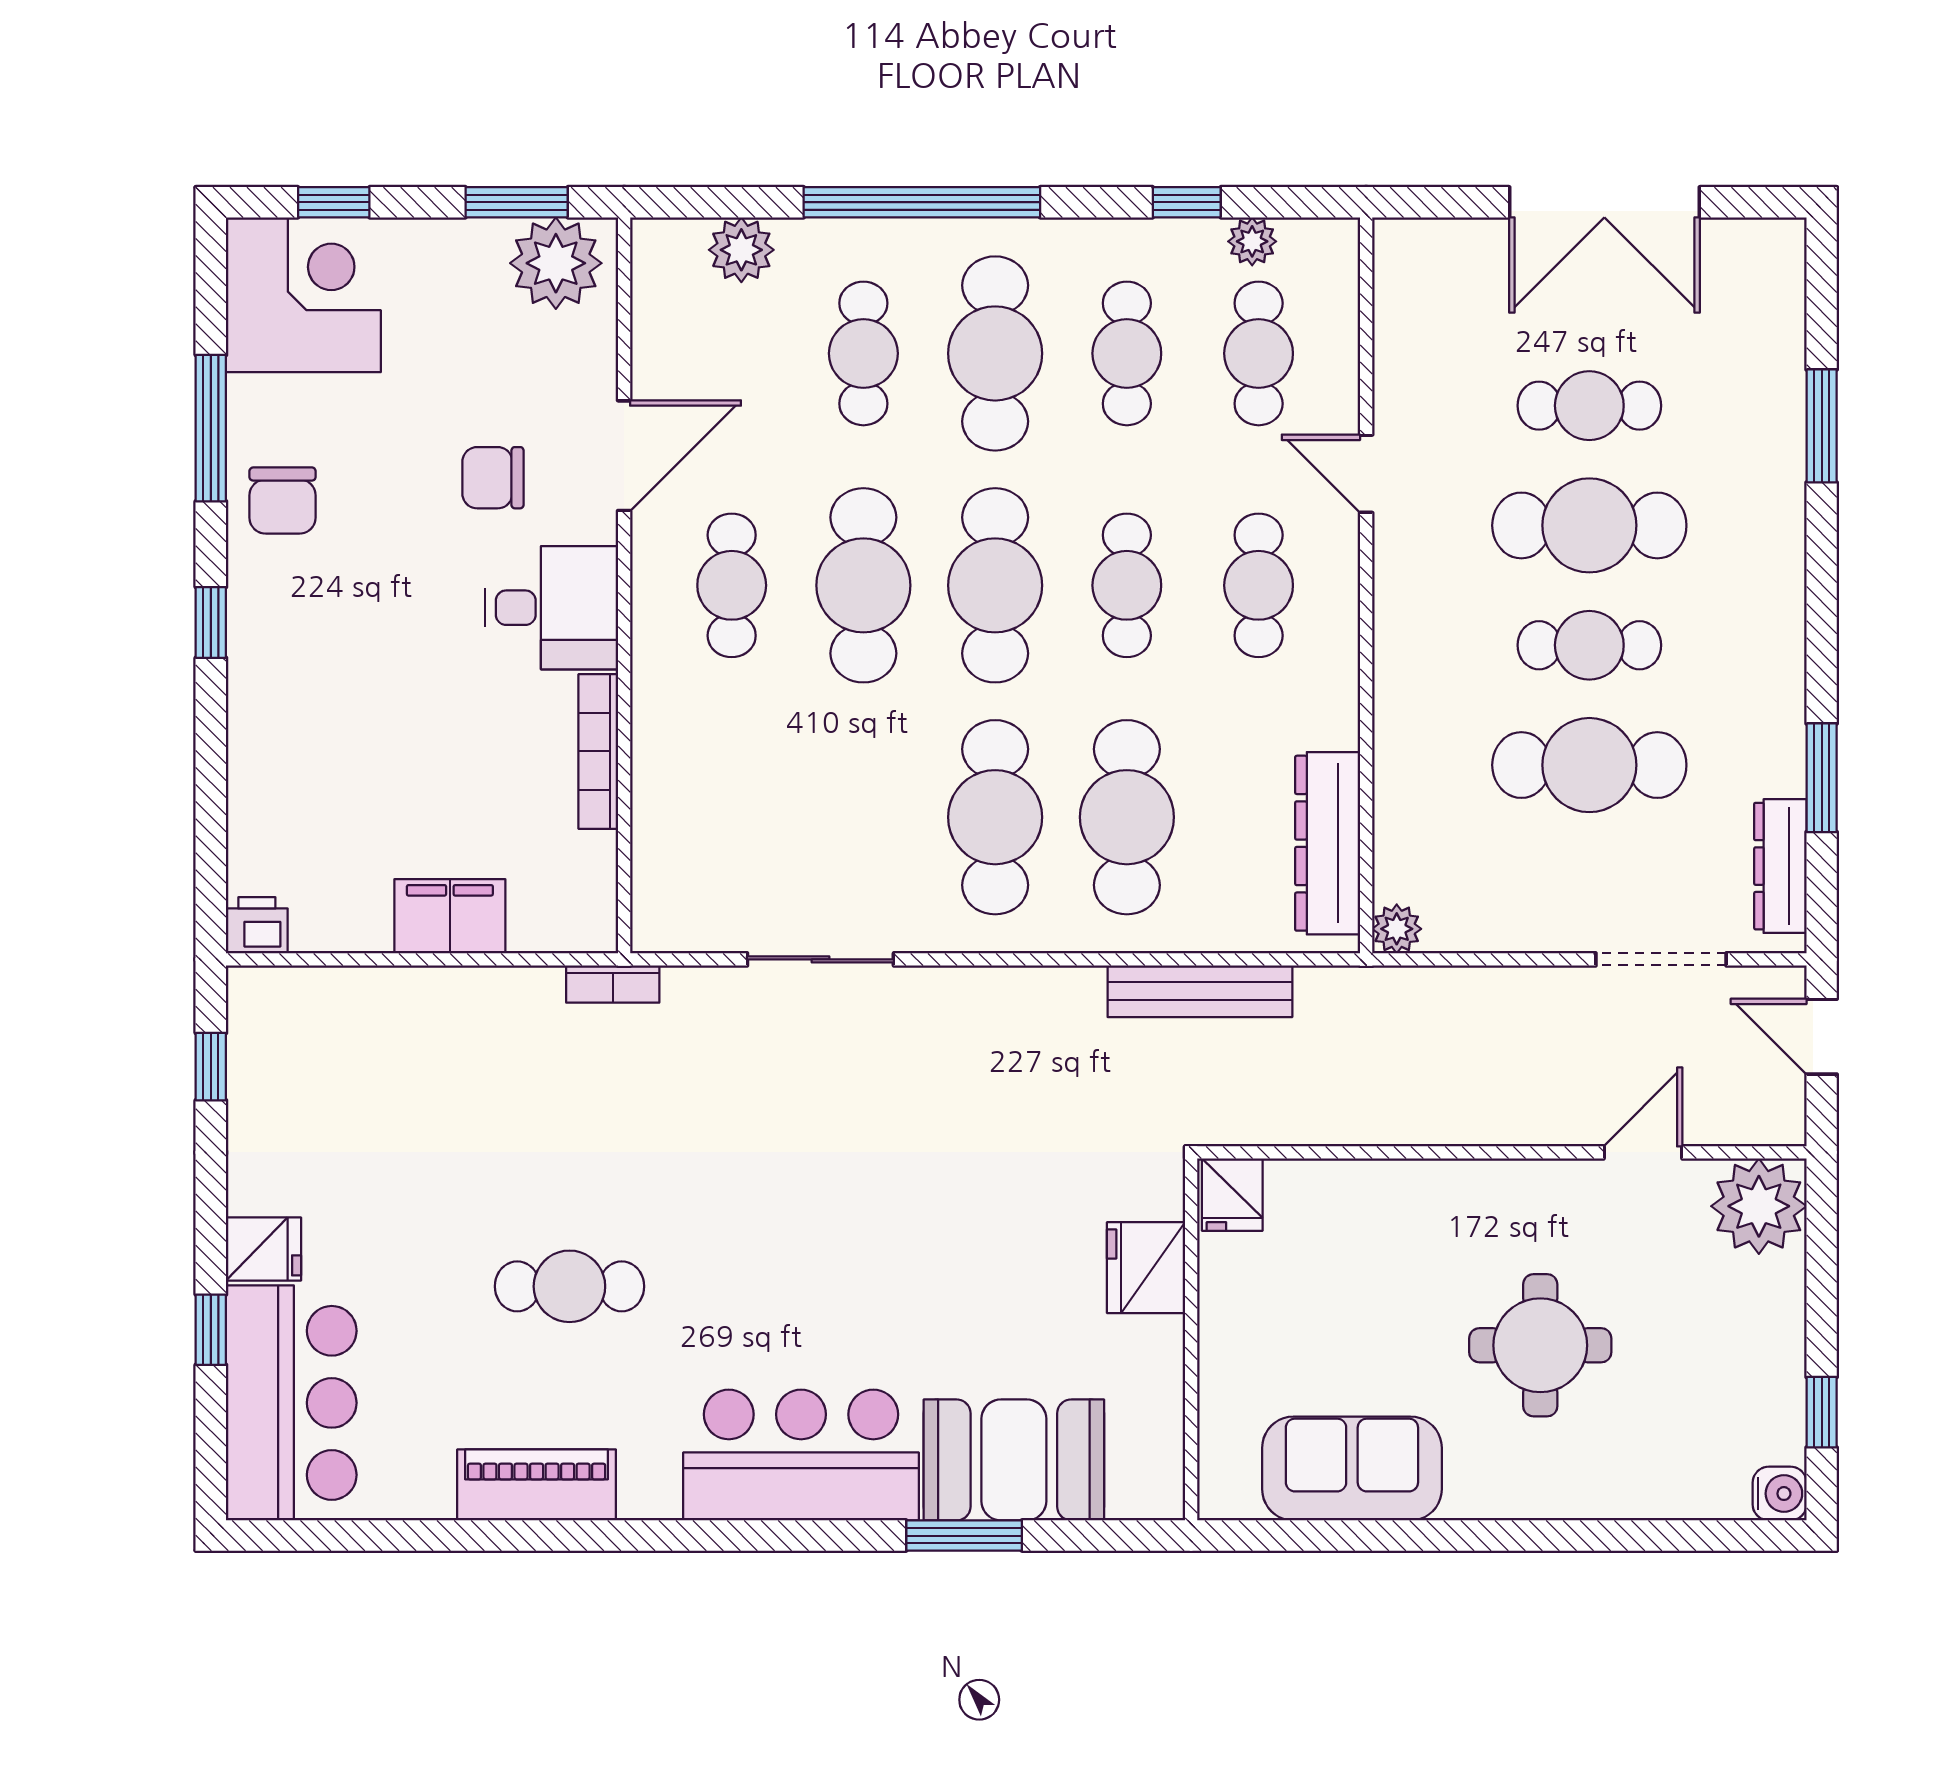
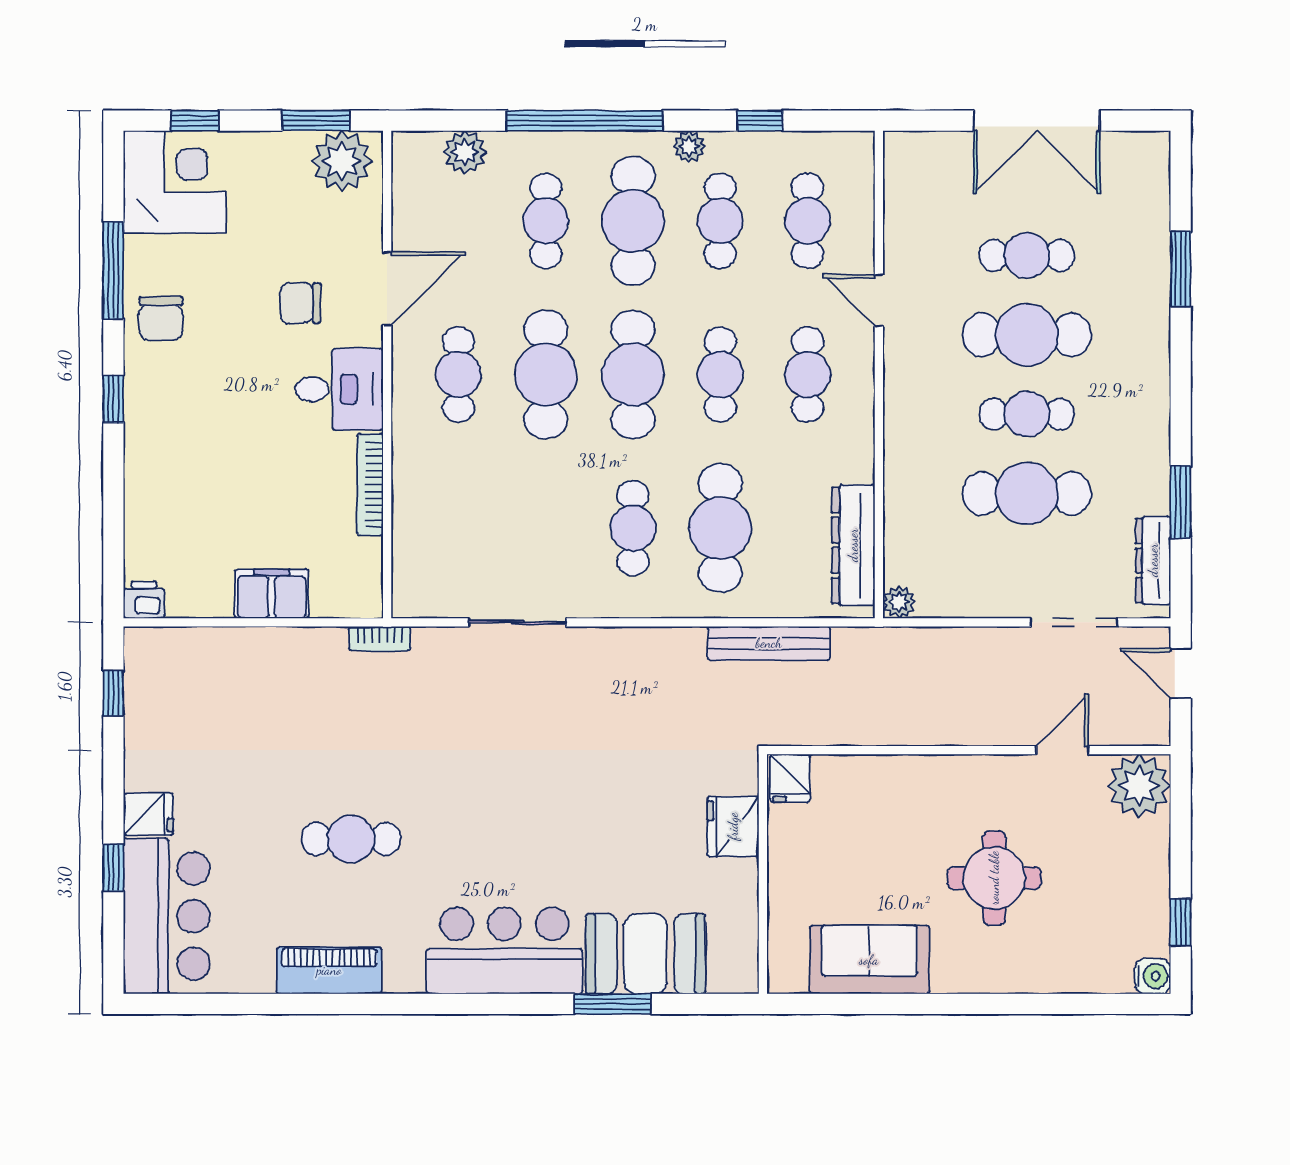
plant: (1252, 241) -> (689, 147), moved
cafe table: (995, 817) -> (633, 528), width x0.73, depth x0.74

